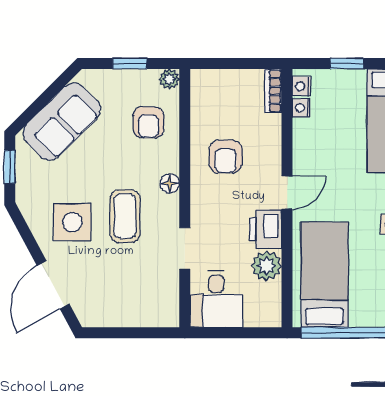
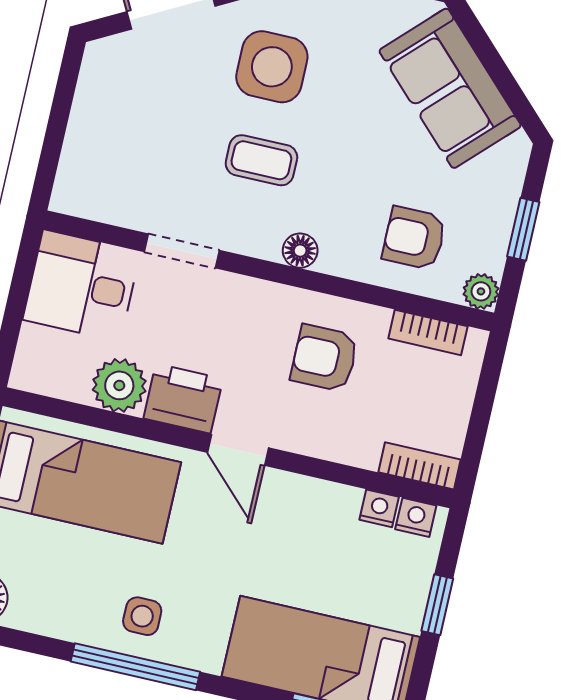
bookcase: (199, 103) -> (428, 332), added
coffee table: (125, 216) -> (261, 160), width x0.73, depth x0.77

